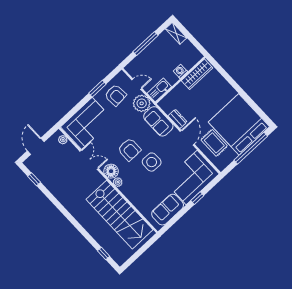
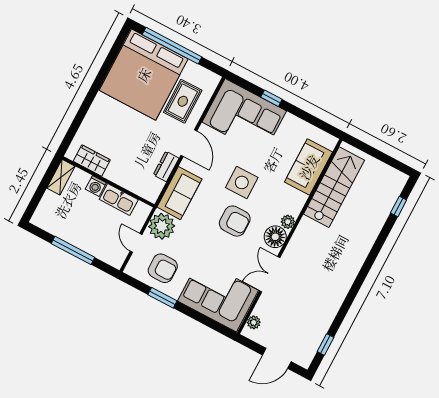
shelving: (176, 33) -> (61, 177), moved
wardrobe: (197, 74) -> (92, 161), width x0.67
kitchen sink: (159, 90) -> (119, 200), moved
armchair: (116, 95) -> (163, 268), turned 94
door: (187, 138) -> (189, 143), swing flipped
armchair: (129, 149) -> (235, 221), turned 90
sofa: (168, 210) -> (309, 167), moved, turned 90
stairs: (120, 215) -> (334, 187), width x0.73, depth x0.66

